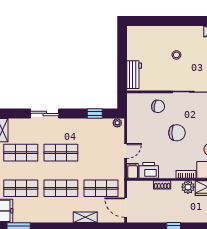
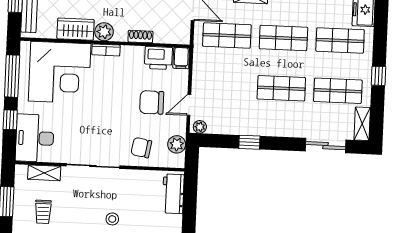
plant: (133, 110) -> (177, 144), added
sliding door: (45, 113) -> (325, 146), moved
window: (95, 113) -> (249, 142), moved
chair: (177, 133) -> (152, 102), moved
door: (126, 151) -> (189, 105), moved

